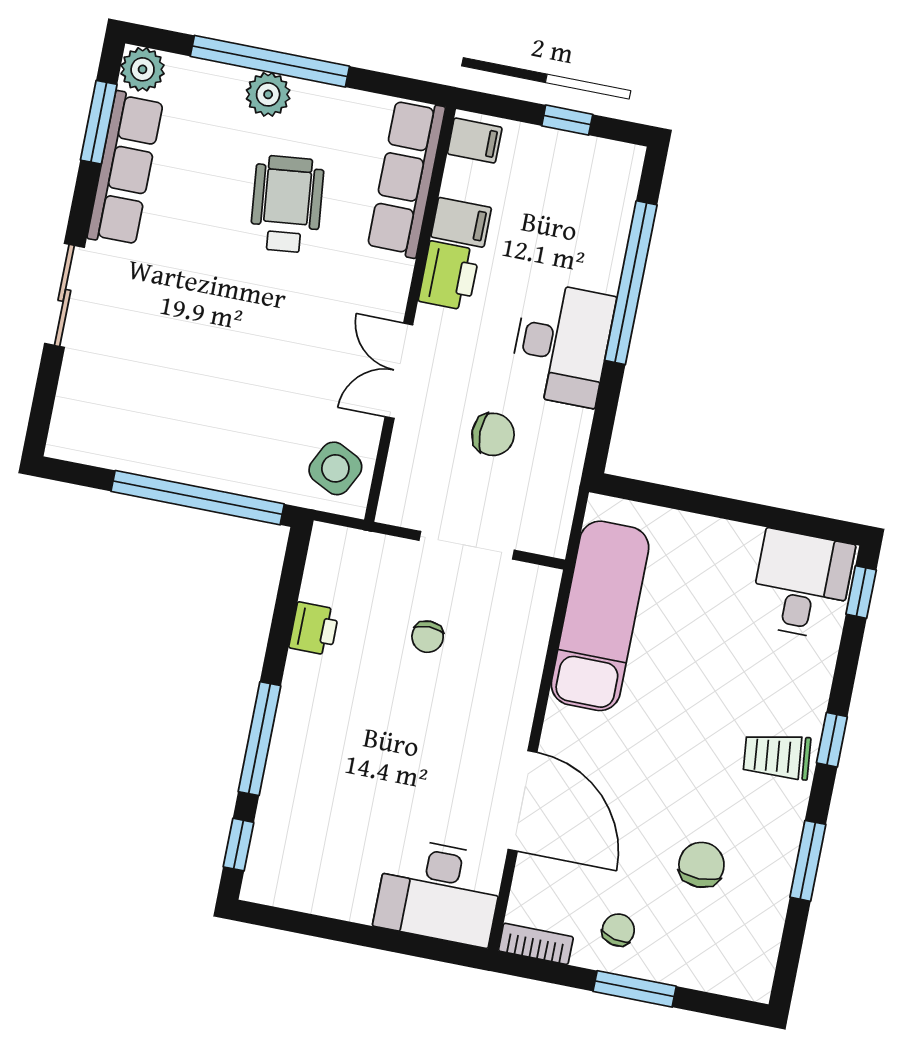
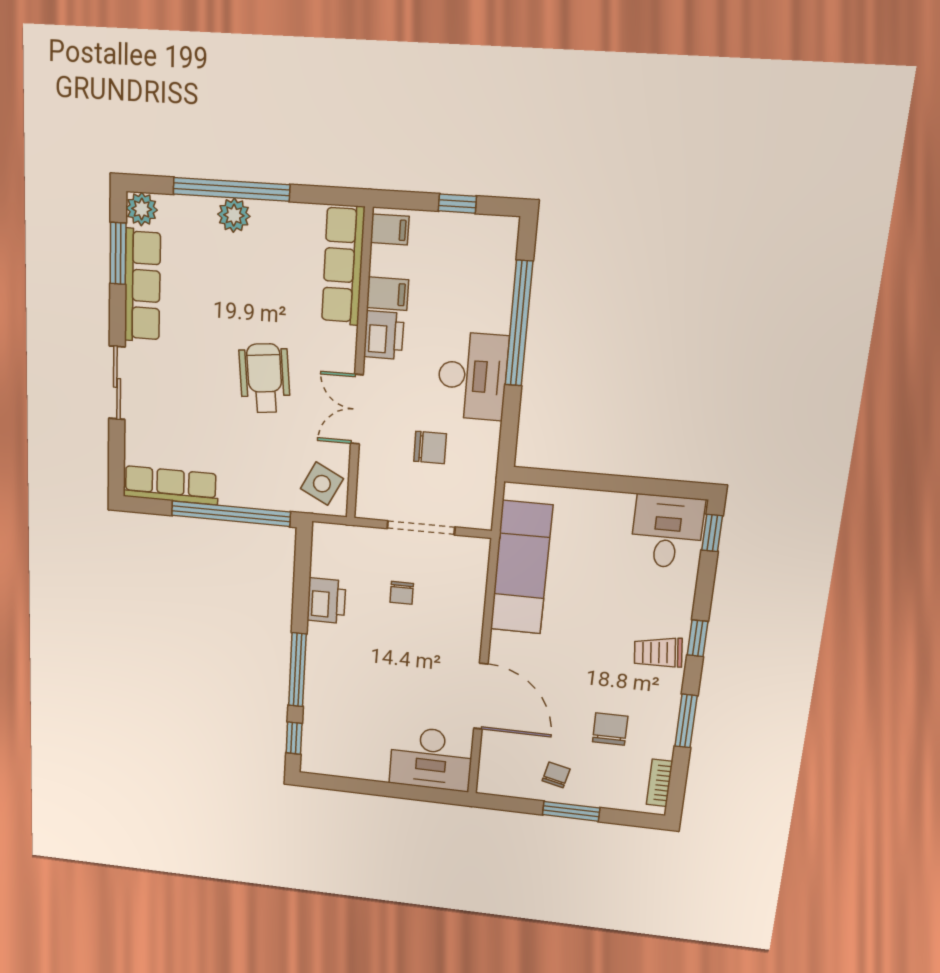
wheelchair: (287, 204) -> (265, 378), moved
row of seats: (116, 448) -> (170, 485), added
printer: (314, 629) -> (326, 601), width x1.36, depth x1.24
bookcase: (536, 944) -> (660, 783), moved, turned -90

